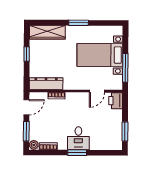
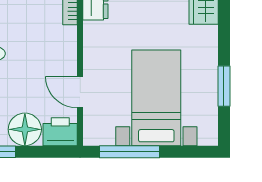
window: (79, 23) -> (224, 86), moved
floor lamp: (114, 117) -> (25, 129), added

